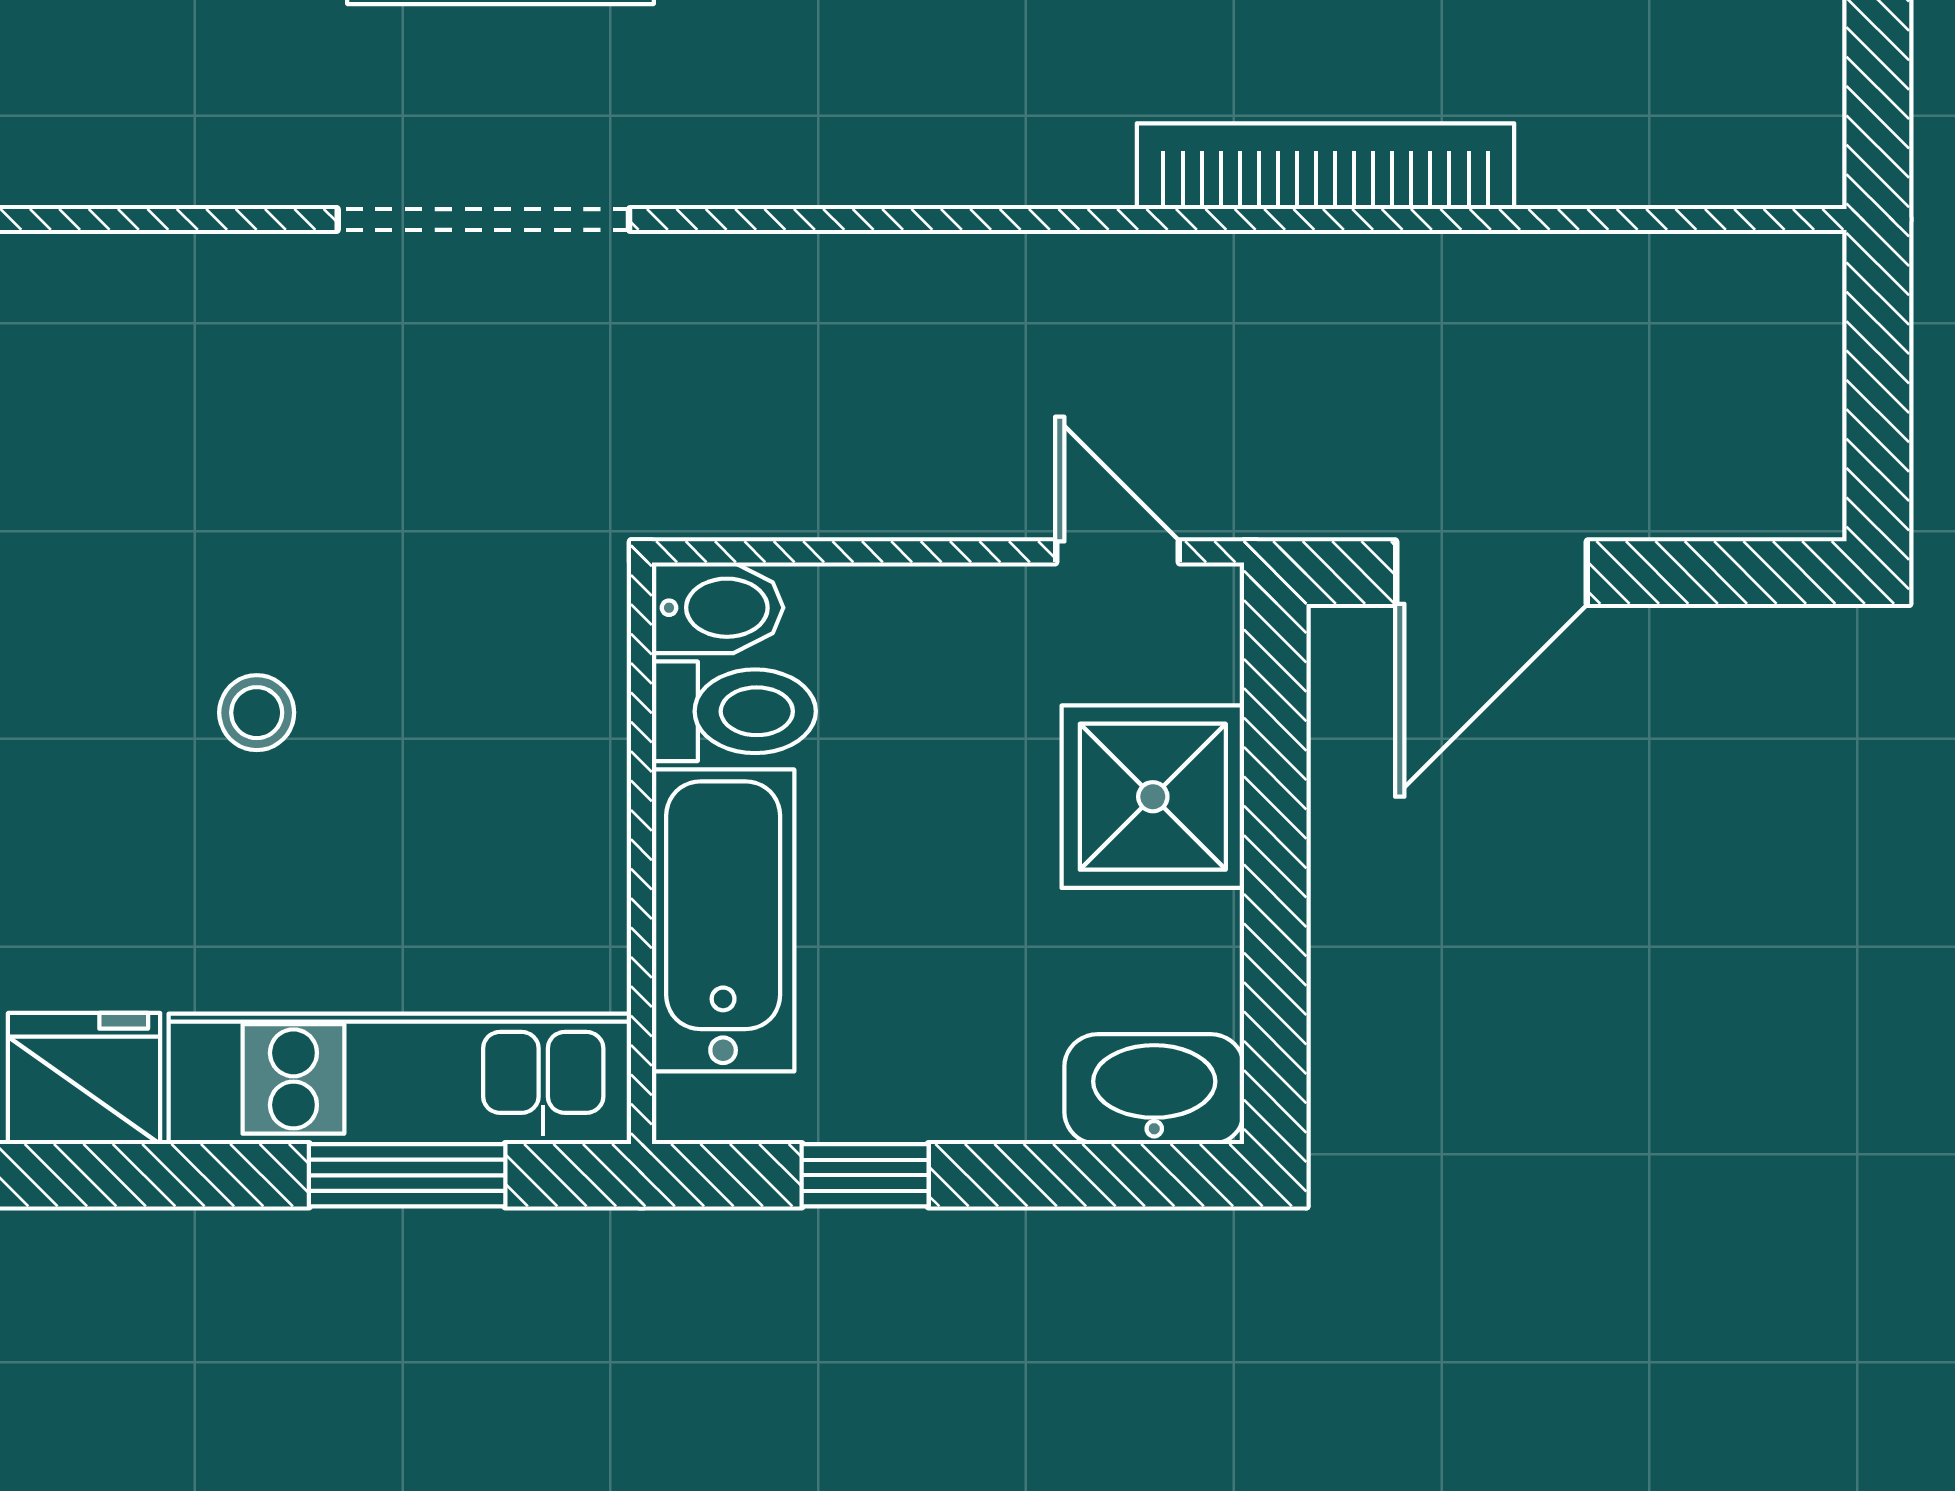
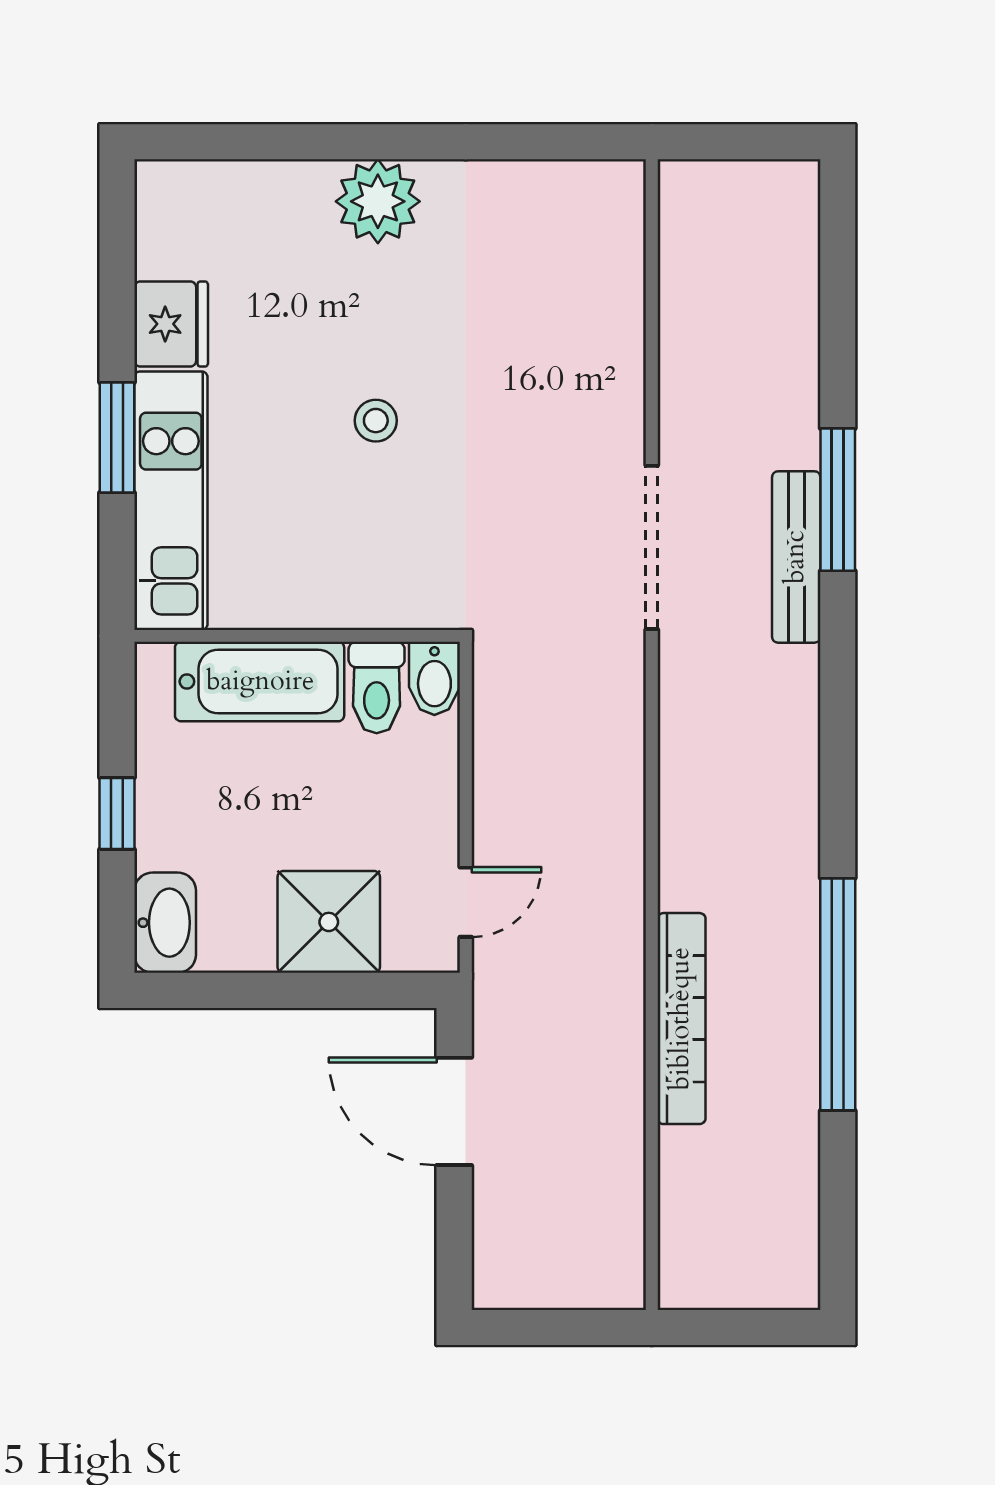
window: (407, 1175) -> (117, 438), moved
window: (865, 1175) -> (117, 813), moved

